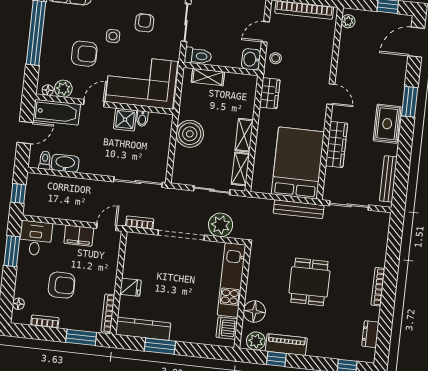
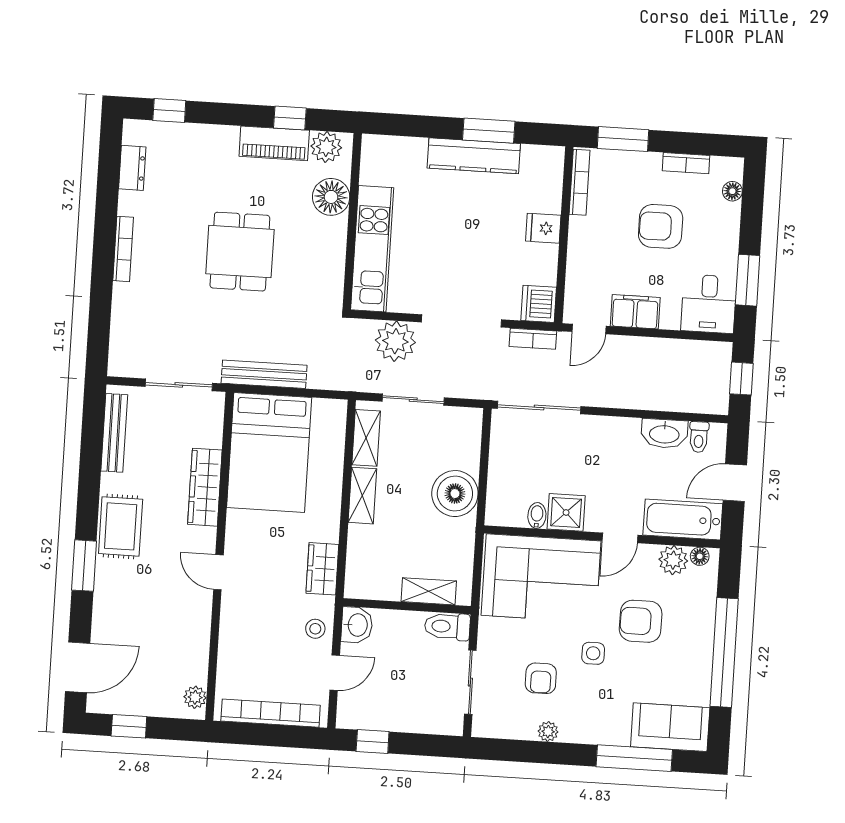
dishwasher: (227, 328) -> (539, 304), moved, turned 180
kitchen counter: (143, 329) -> (474, 156), moved

